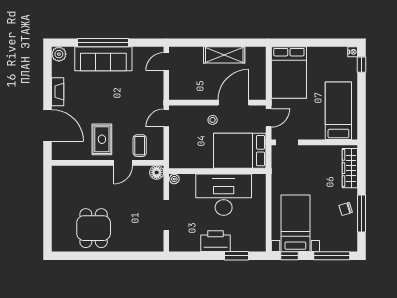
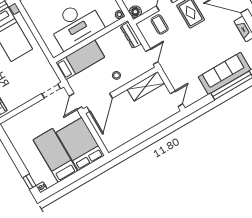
shelving: (224, 55) -> (146, 86), moved
door: (233, 103) -> (100, 102), moved
bed: (338, 111) -> (55, 155), moved, turned 180
bed: (240, 151) -> (80, 60), width x0.67
dresser: (175, 152) -> (131, 35), added

